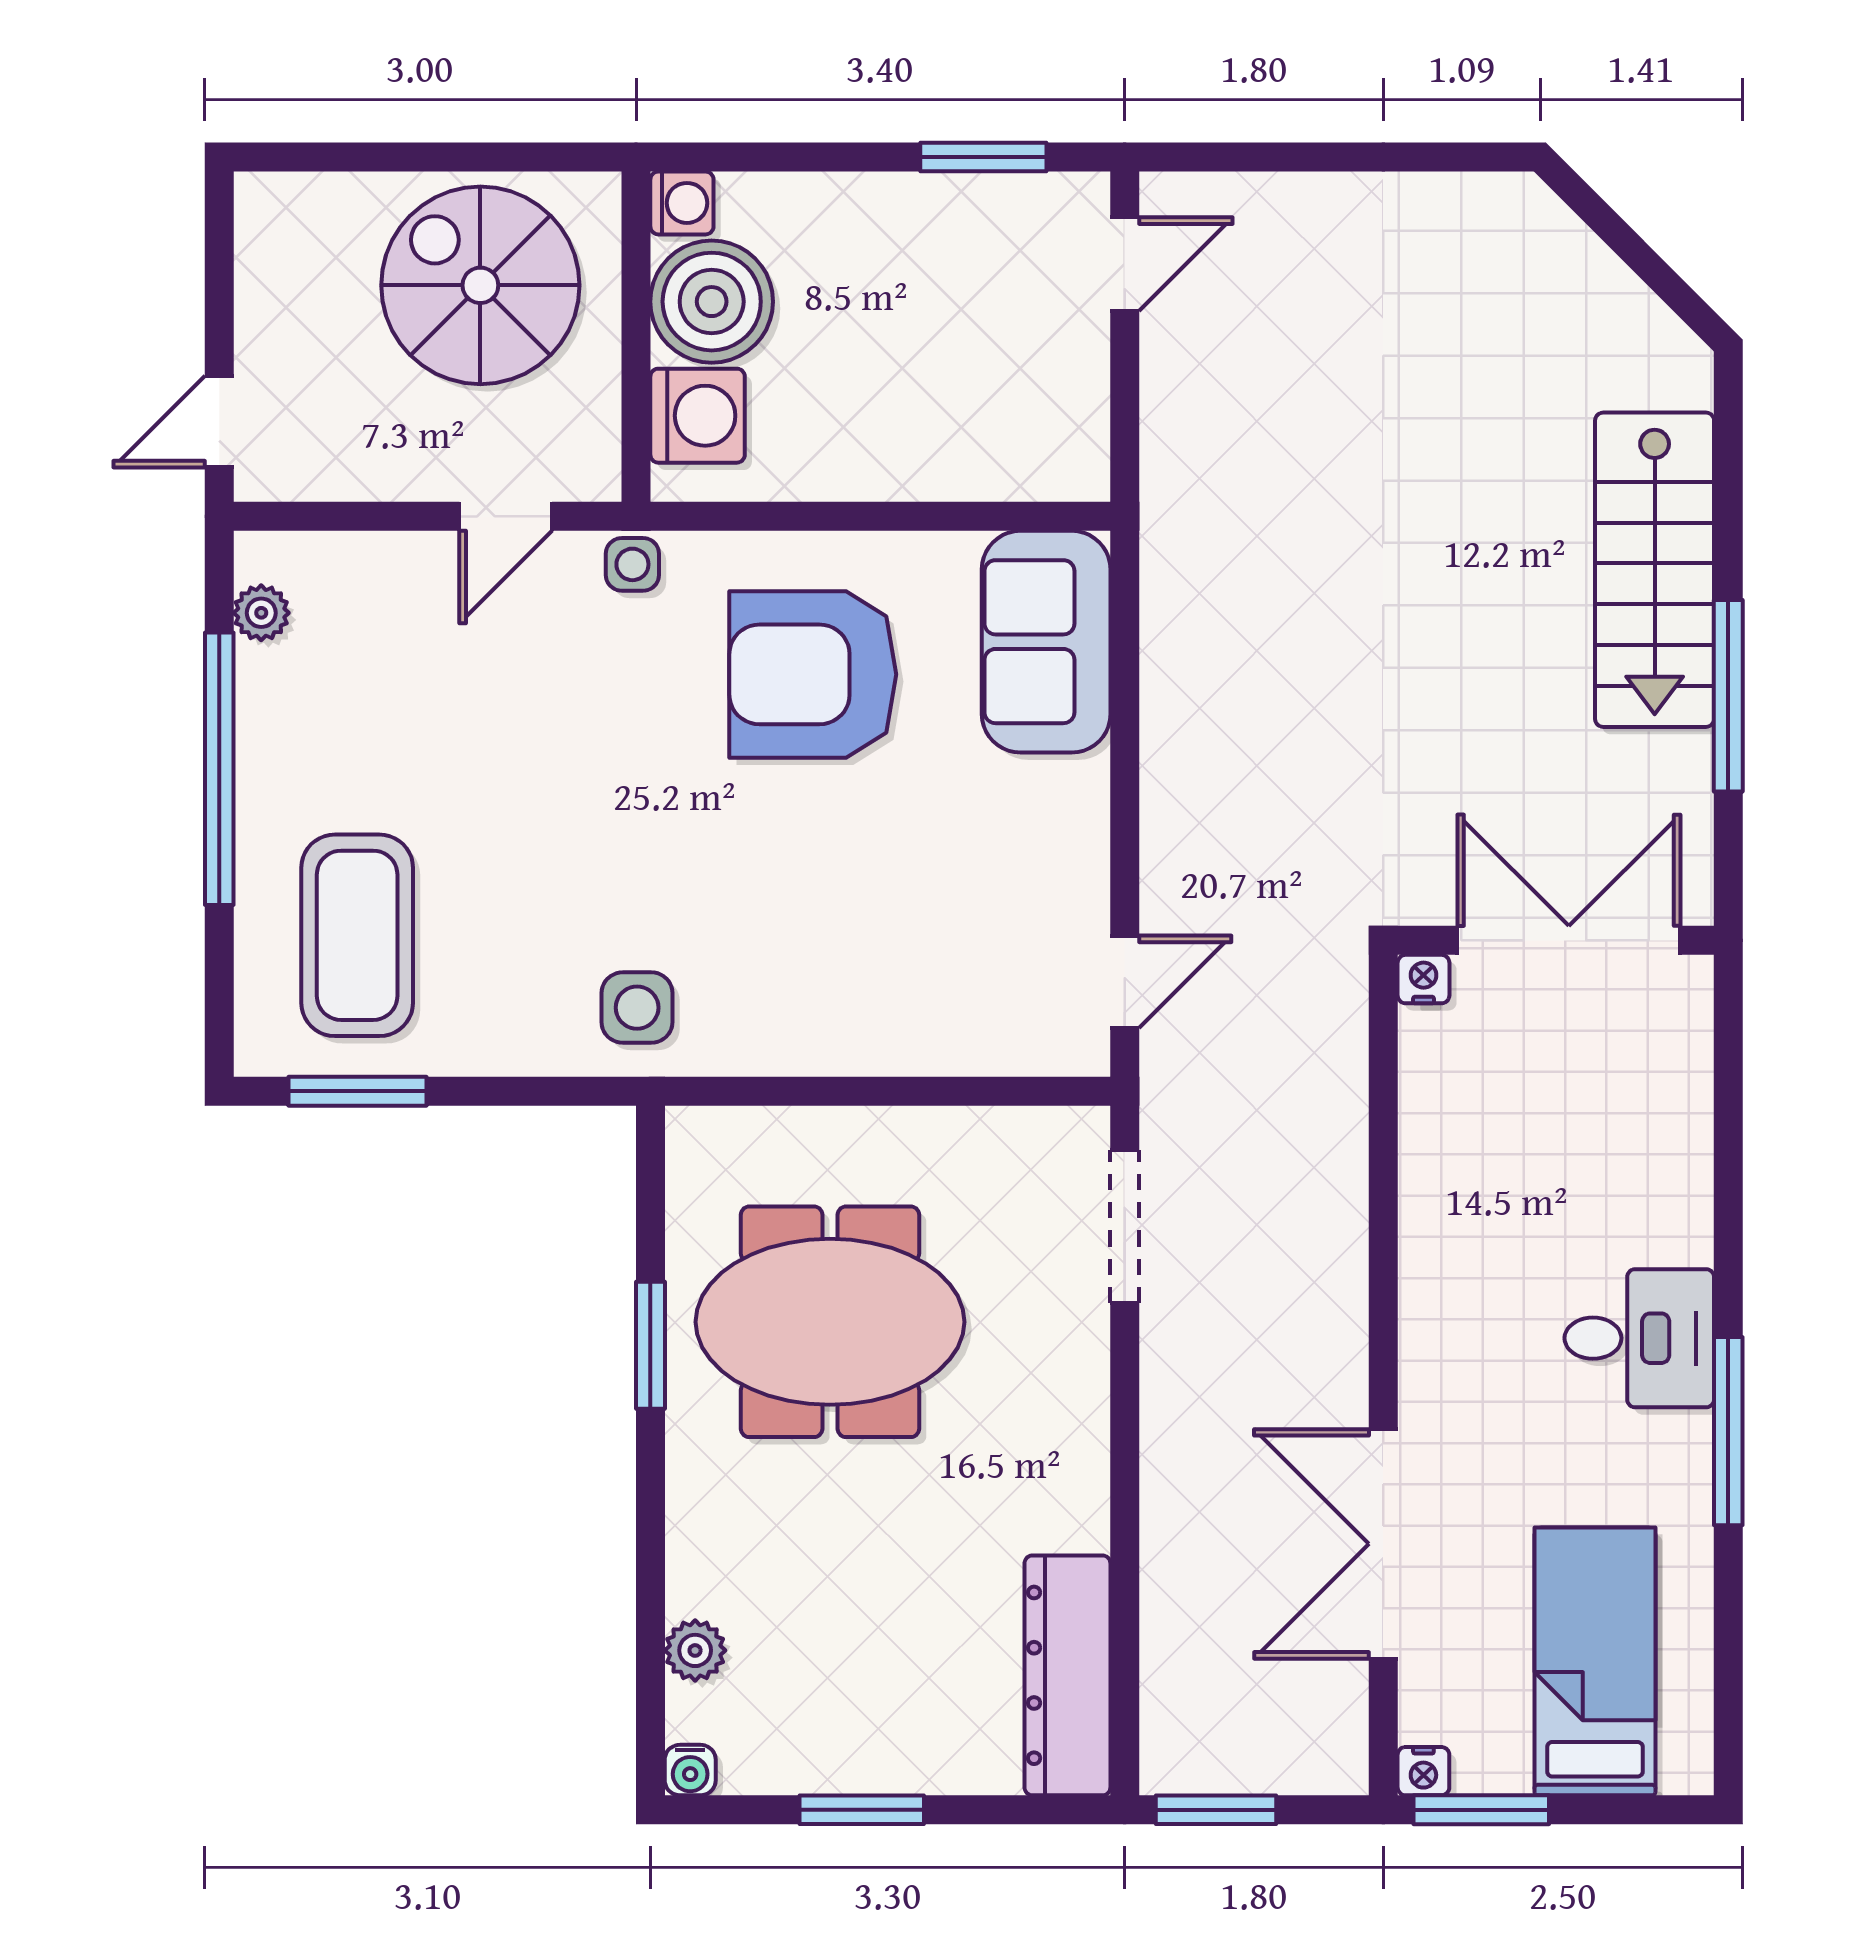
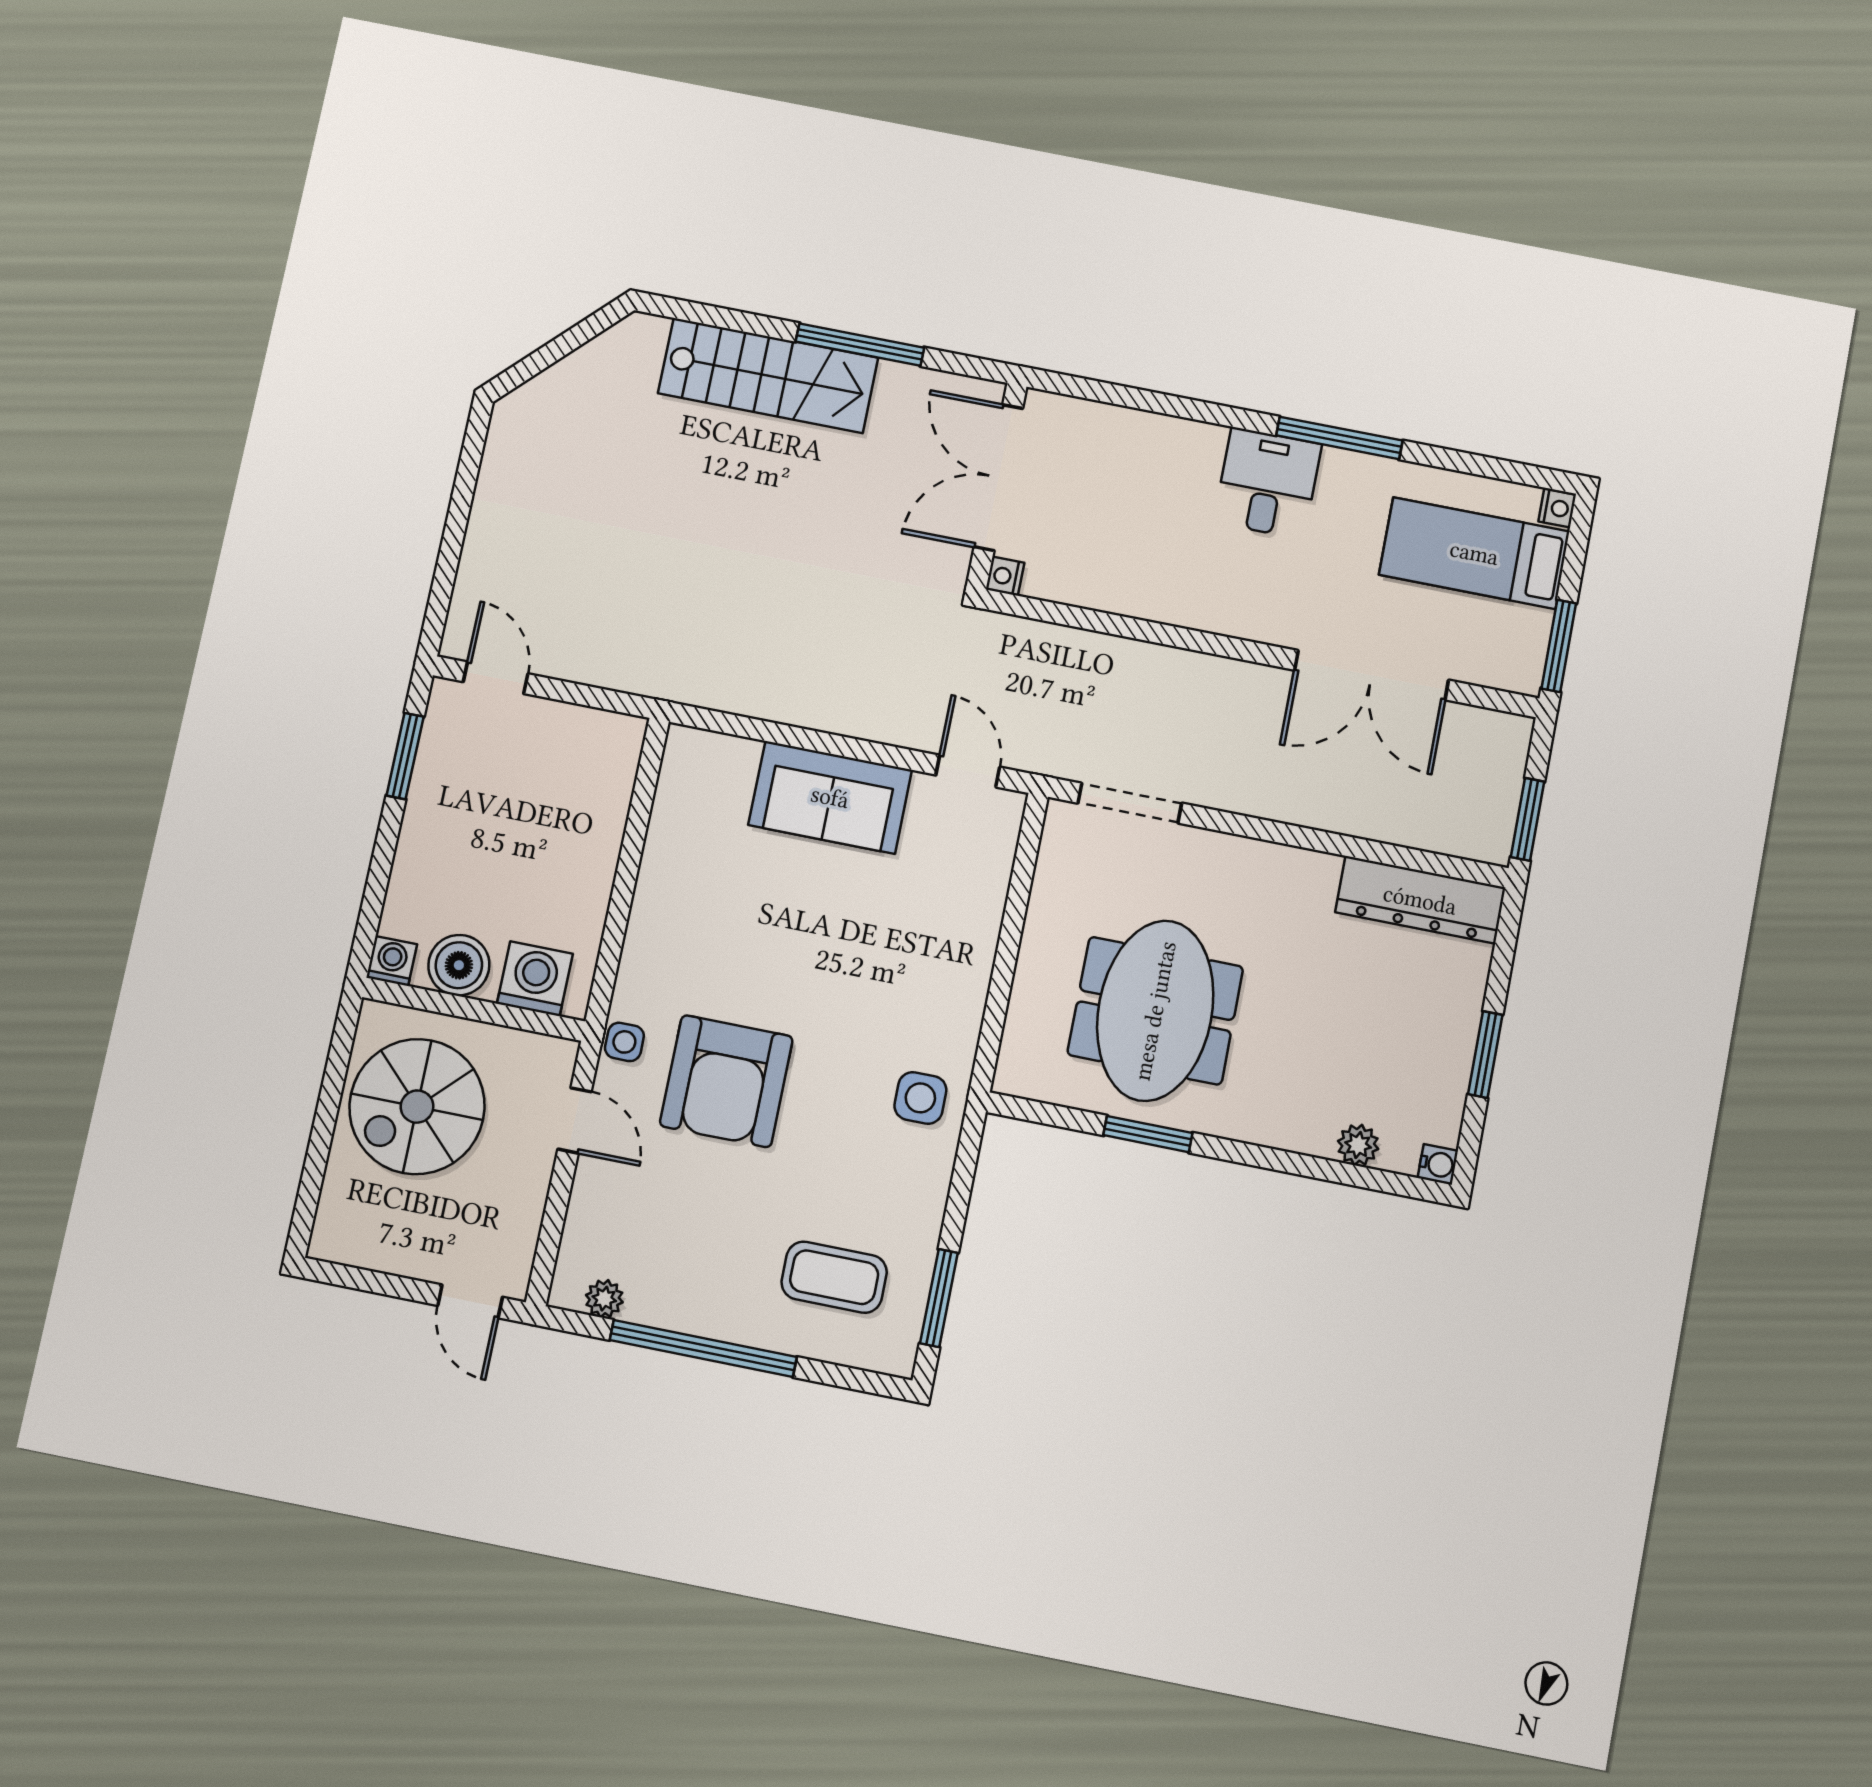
boiler: (712, 302) -> (459, 965), width x0.73, depth x0.73
sofa: (1046, 642) -> (830, 797), moved
armchair: (813, 674) -> (726, 1081), moved
coffee table: (357, 935) -> (834, 1277), width x0.73, depth x0.76
nightstand: (1423, 1771) -> (1557, 508), moved

